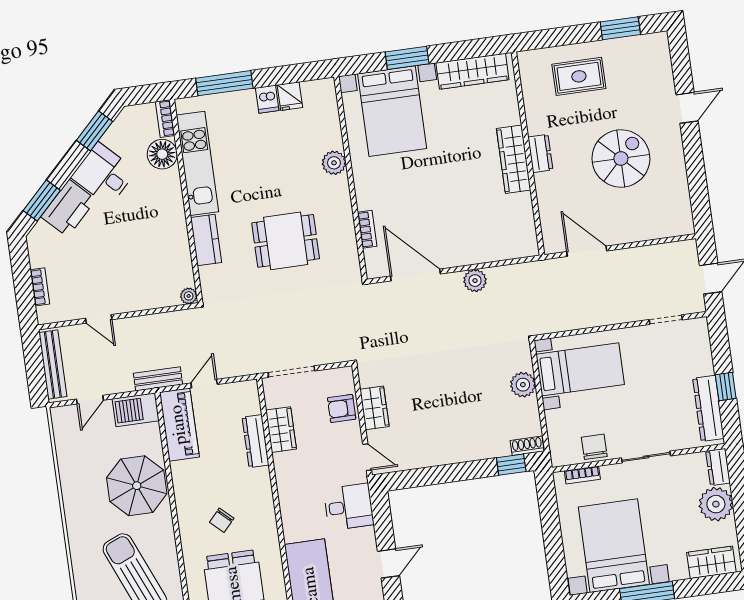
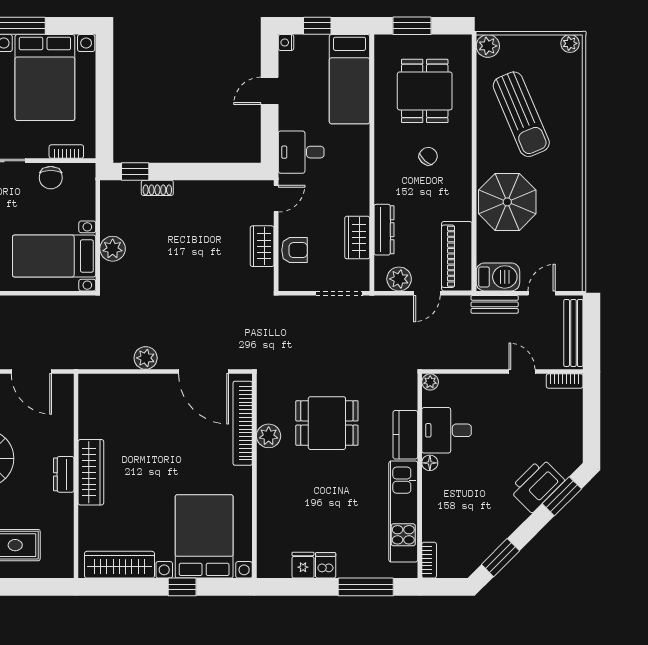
window: (407, 58) -> (182, 587), width x0.67
floor lamp: (162, 154) -> (430, 463), moved, width x0.53, depth x0.53
plant: (334, 163) -> (269, 436), moved
desk: (104, 174) -> (447, 430), moved, turned 135
bookcase: (367, 229) -> (243, 423), width x2.31, depth x1.31
bookcase: (40, 287) -> (565, 381), moved, turned -90
bench: (158, 379) -> (495, 304), moved
plant: (234, 394) -> (399, 279), added
shoe rack: (527, 446) -> (157, 188), moved
door: (367, 457) -> (276, 199), swing flipped

